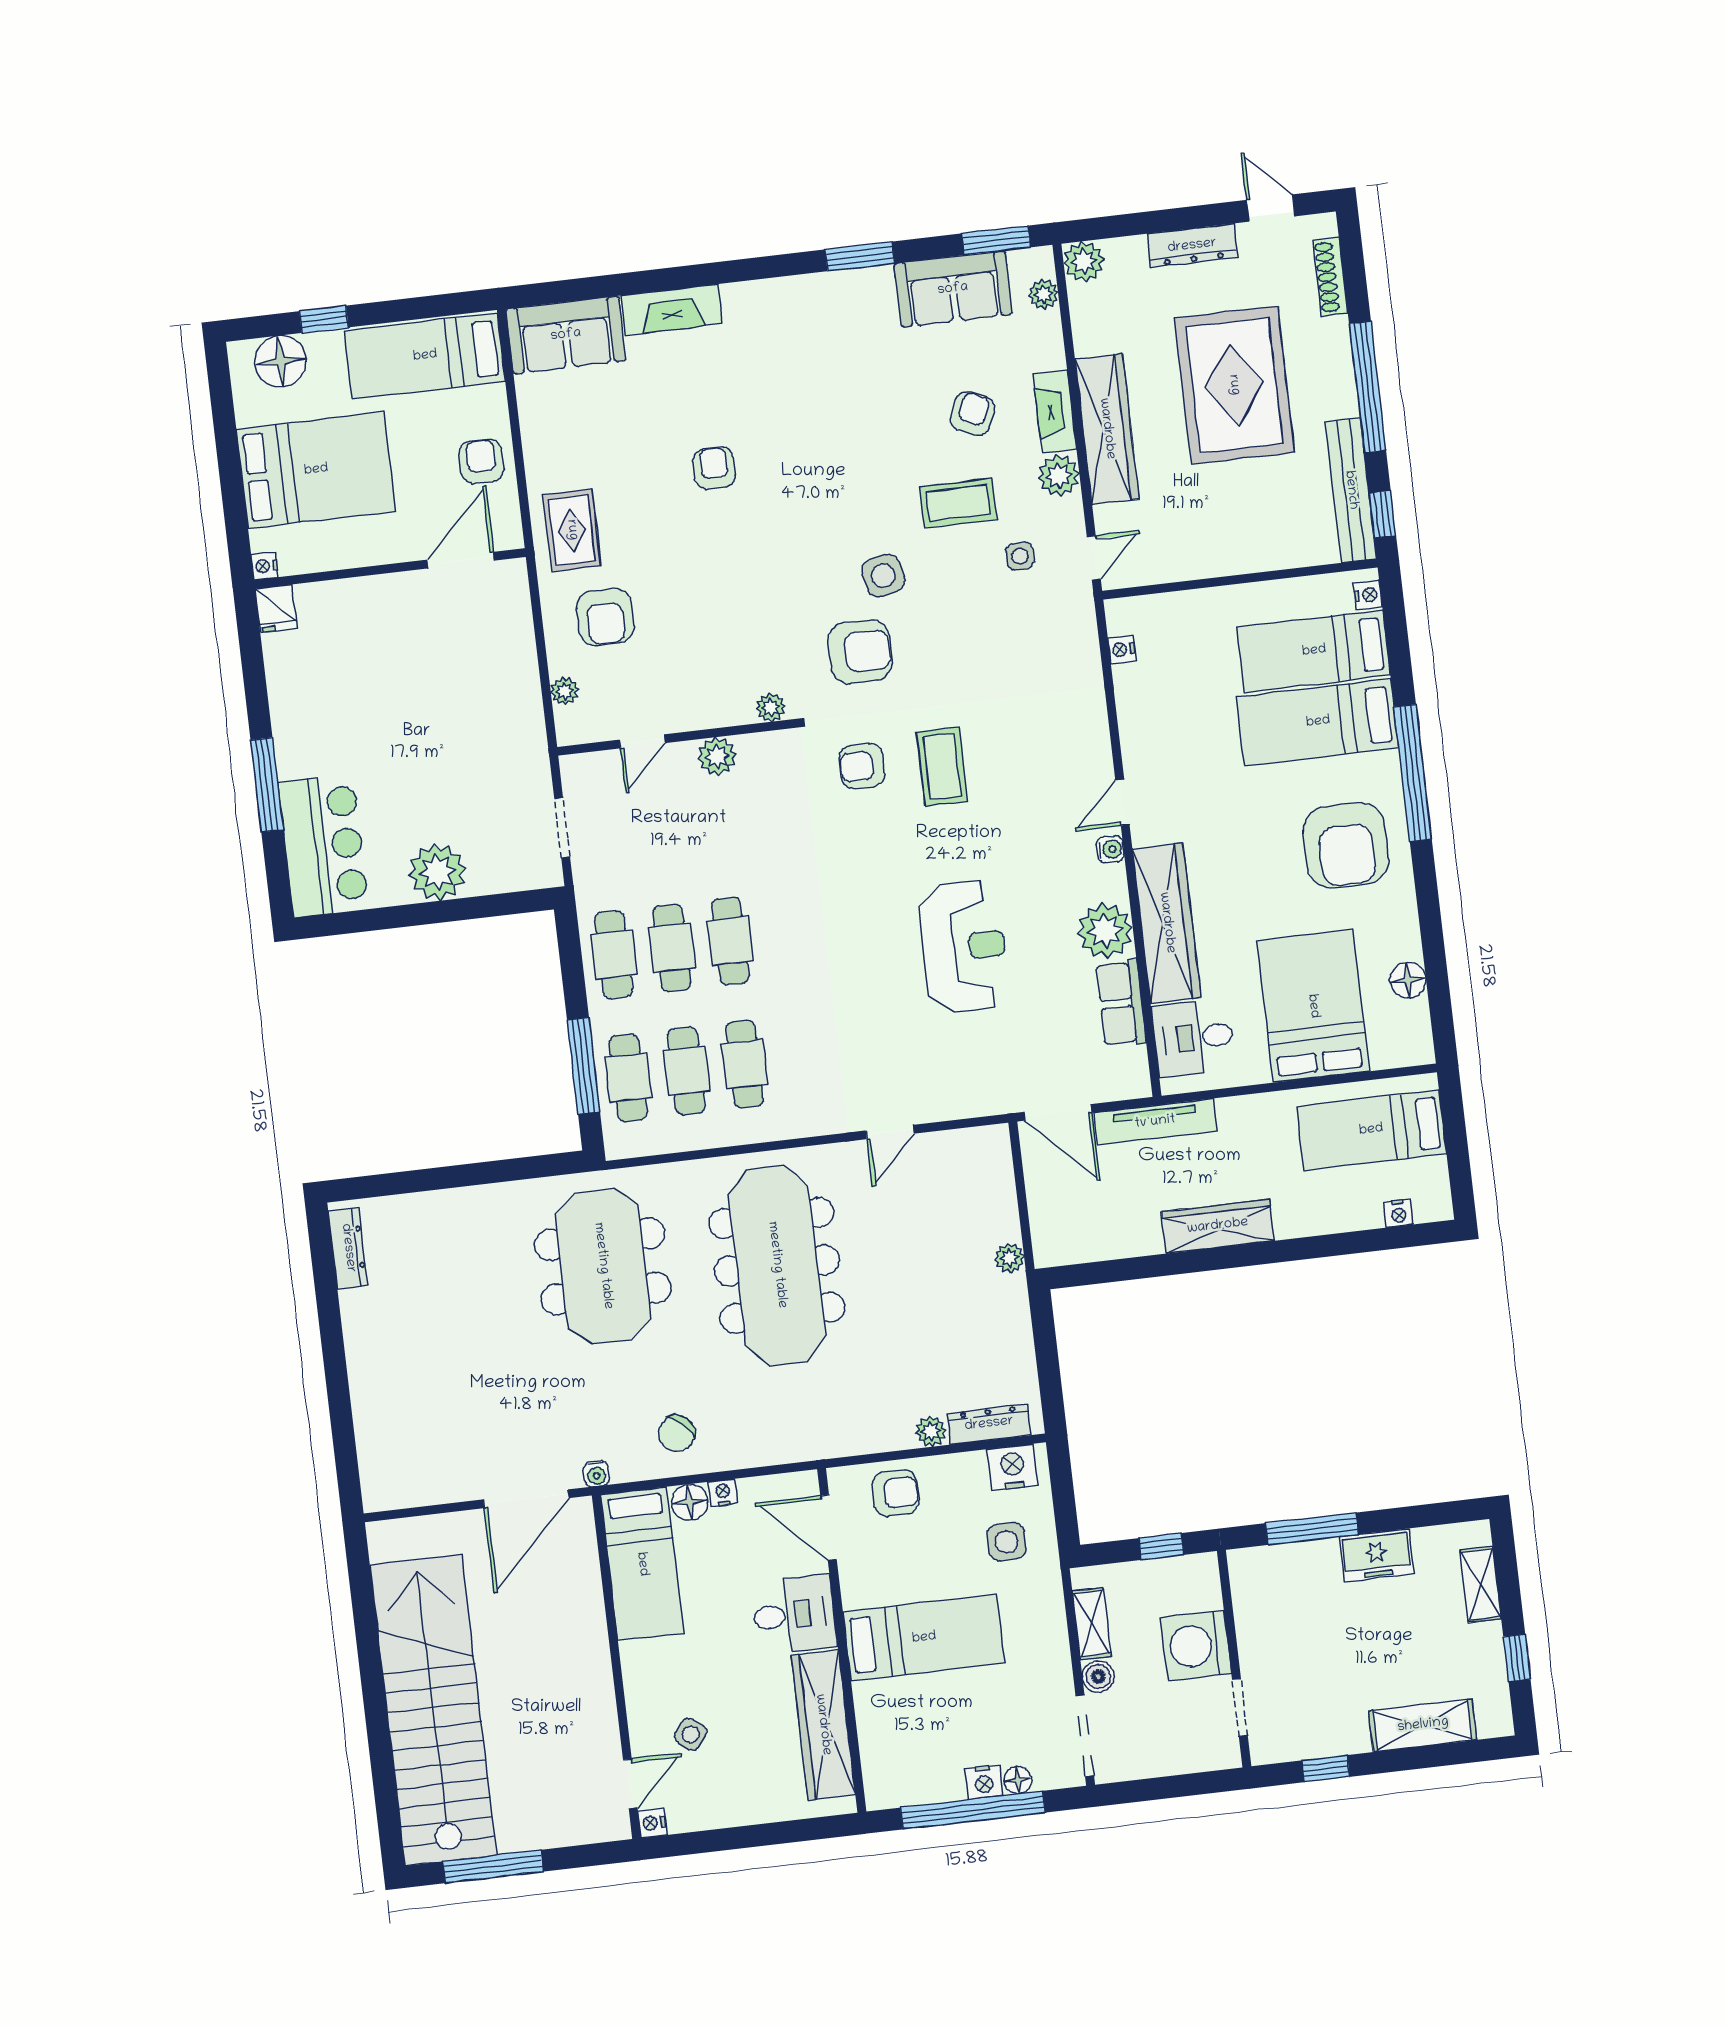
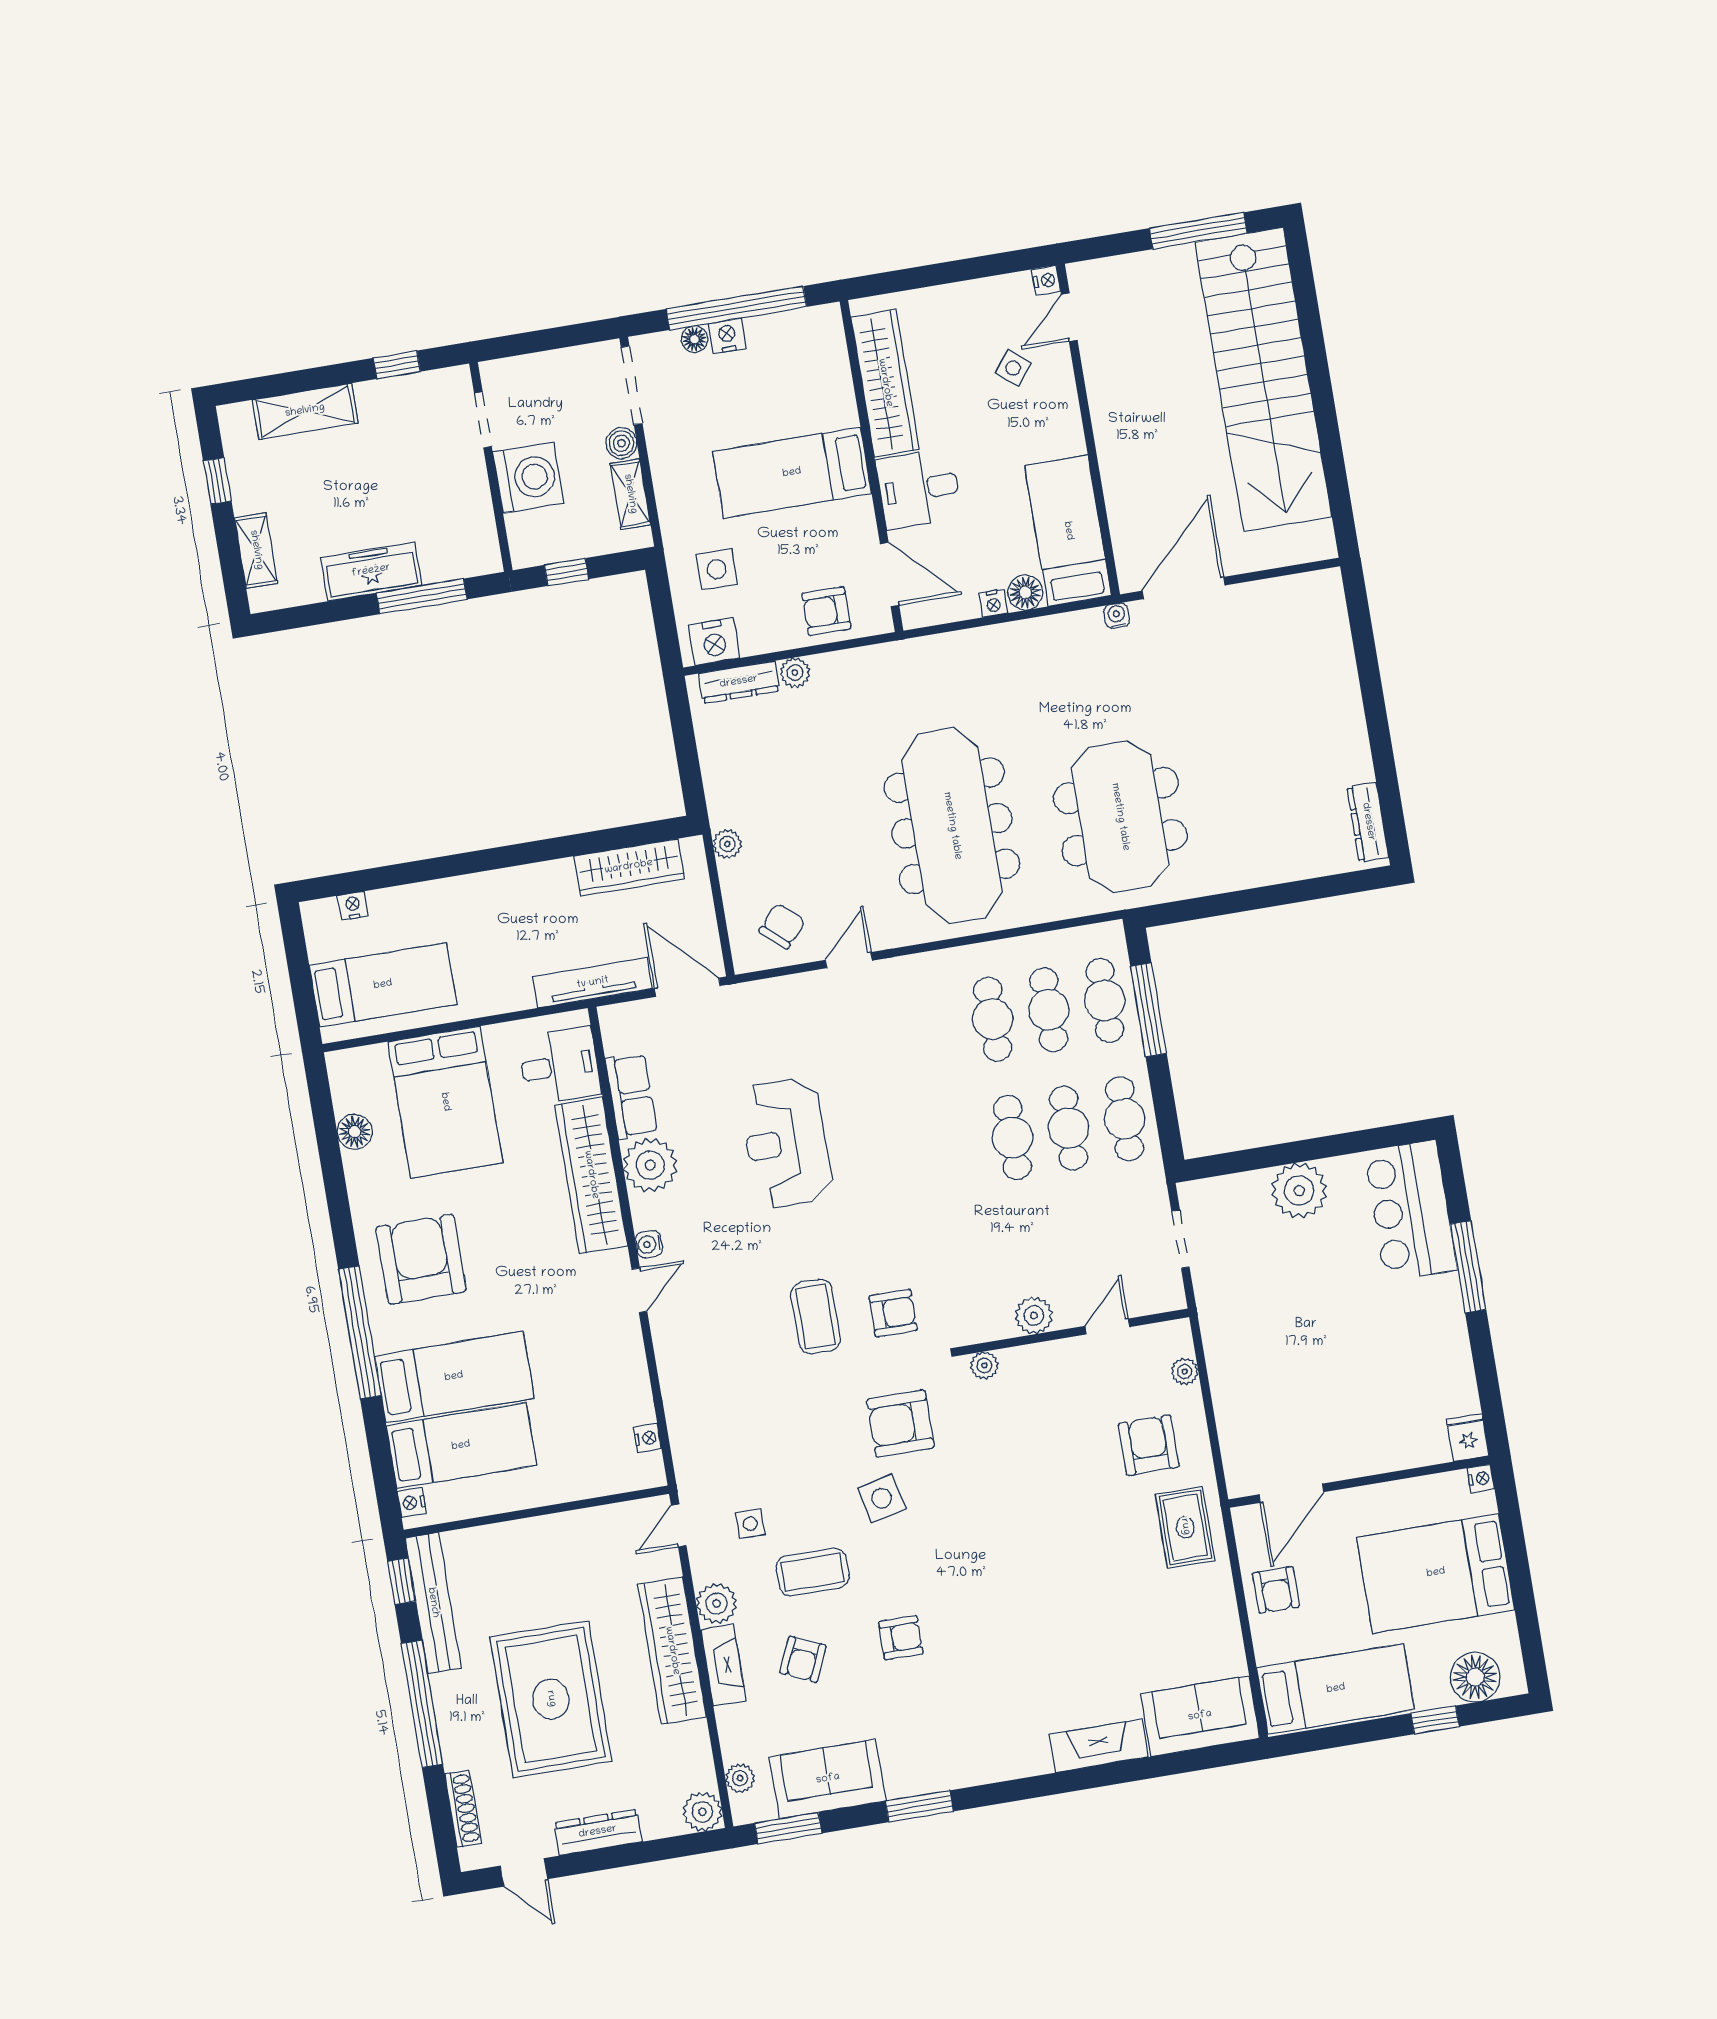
armchair: (714, 468) -> (901, 1638), moved, turned -90
wardrobe: (1218, 1226) -> (629, 867), moved
chair: (677, 1433) -> (782, 926), moved
freezer: (1377, 1555) -> (371, 571), width x1.40

